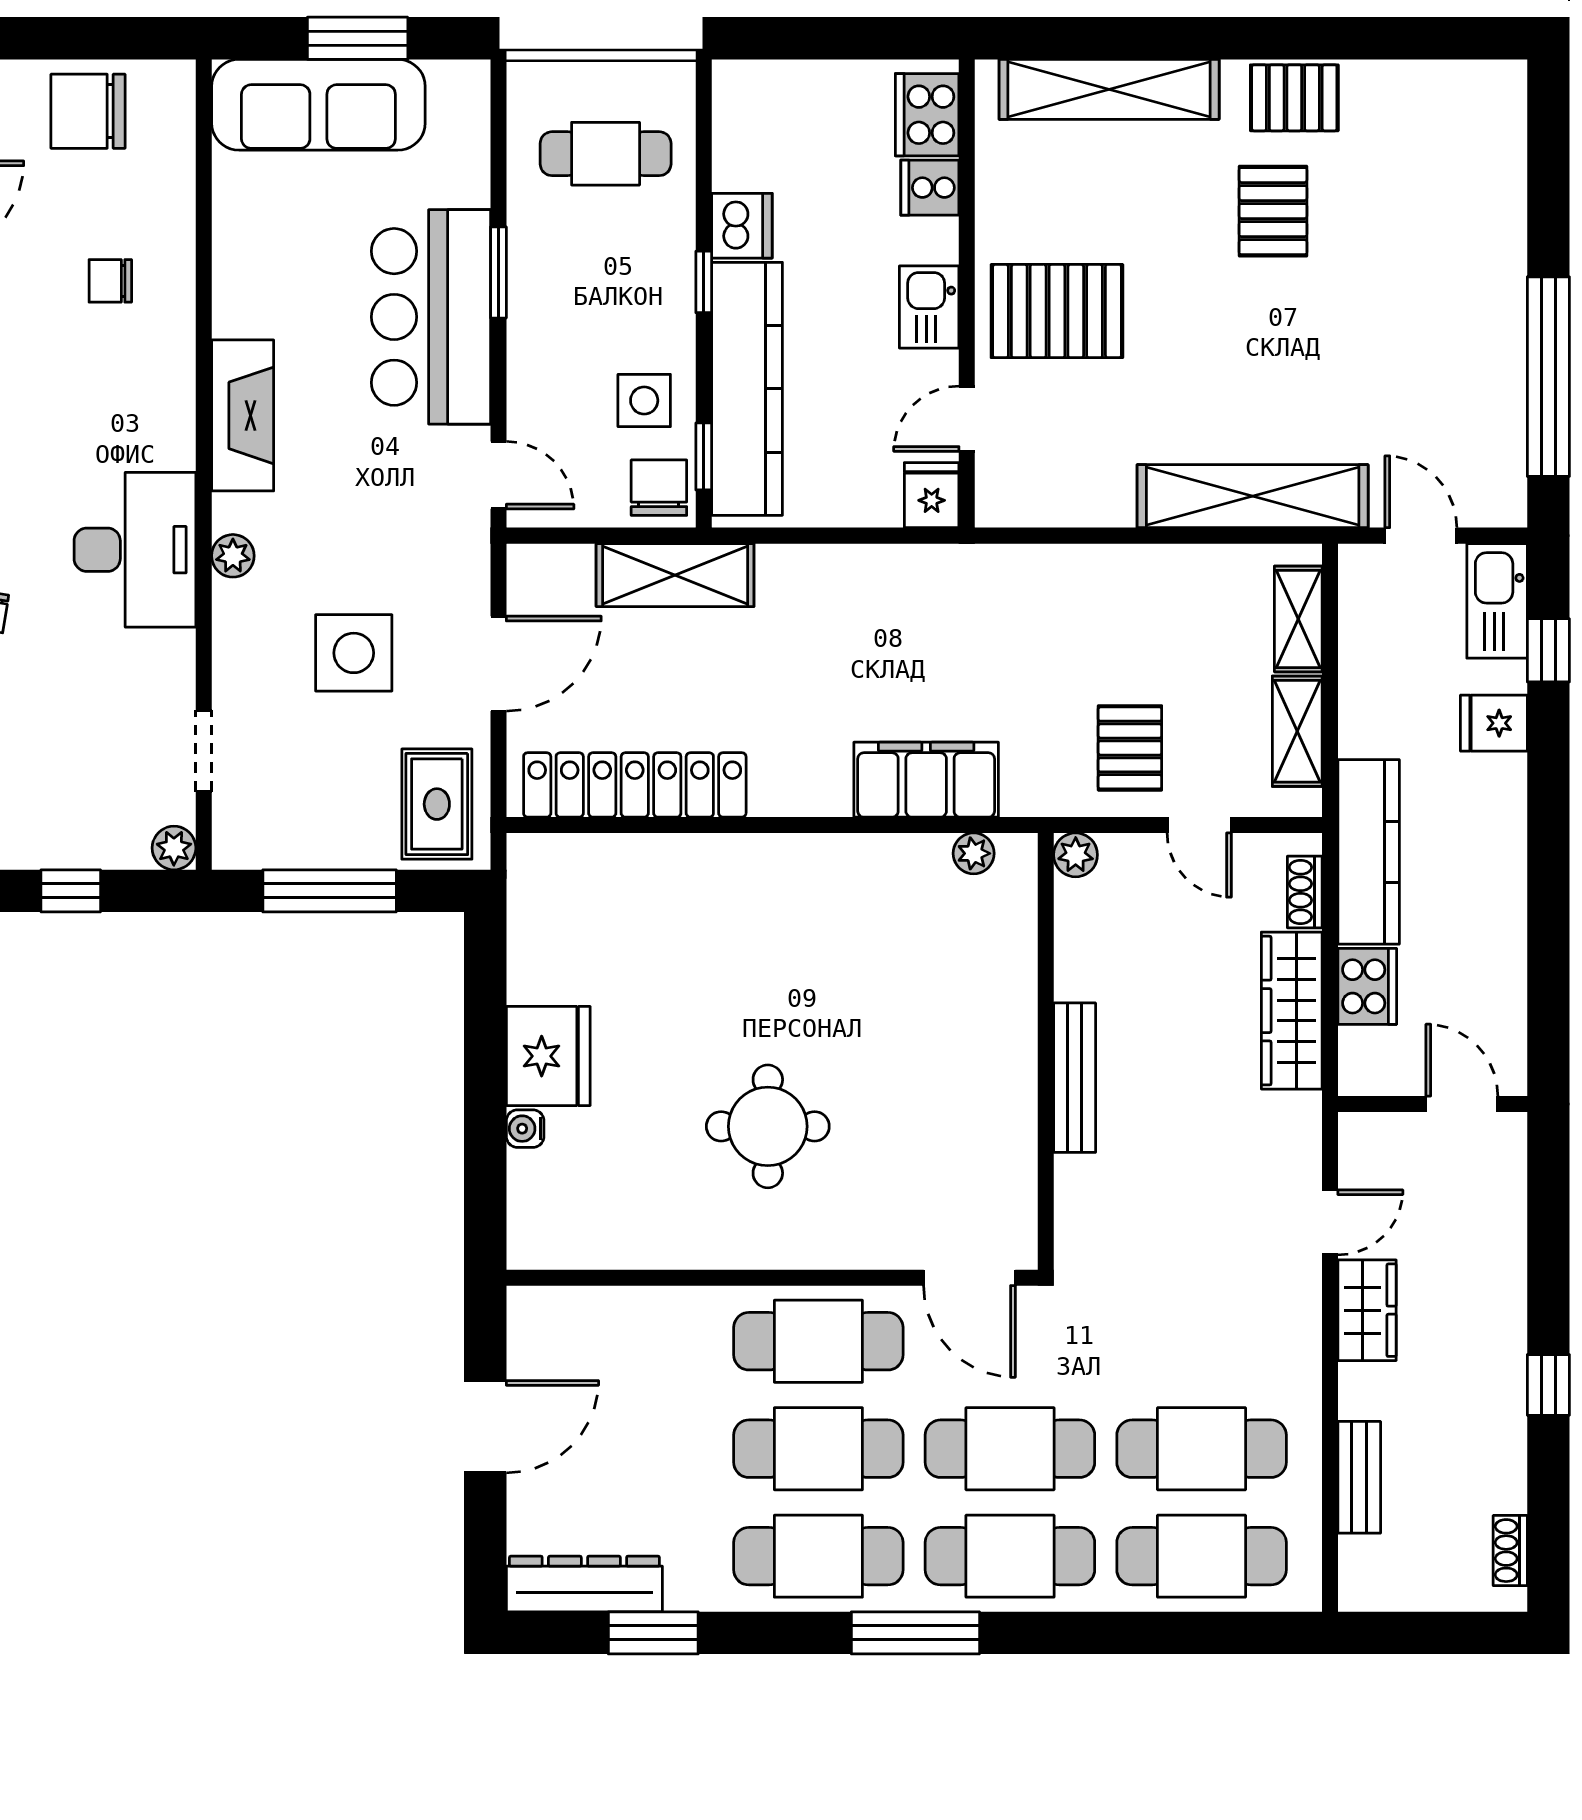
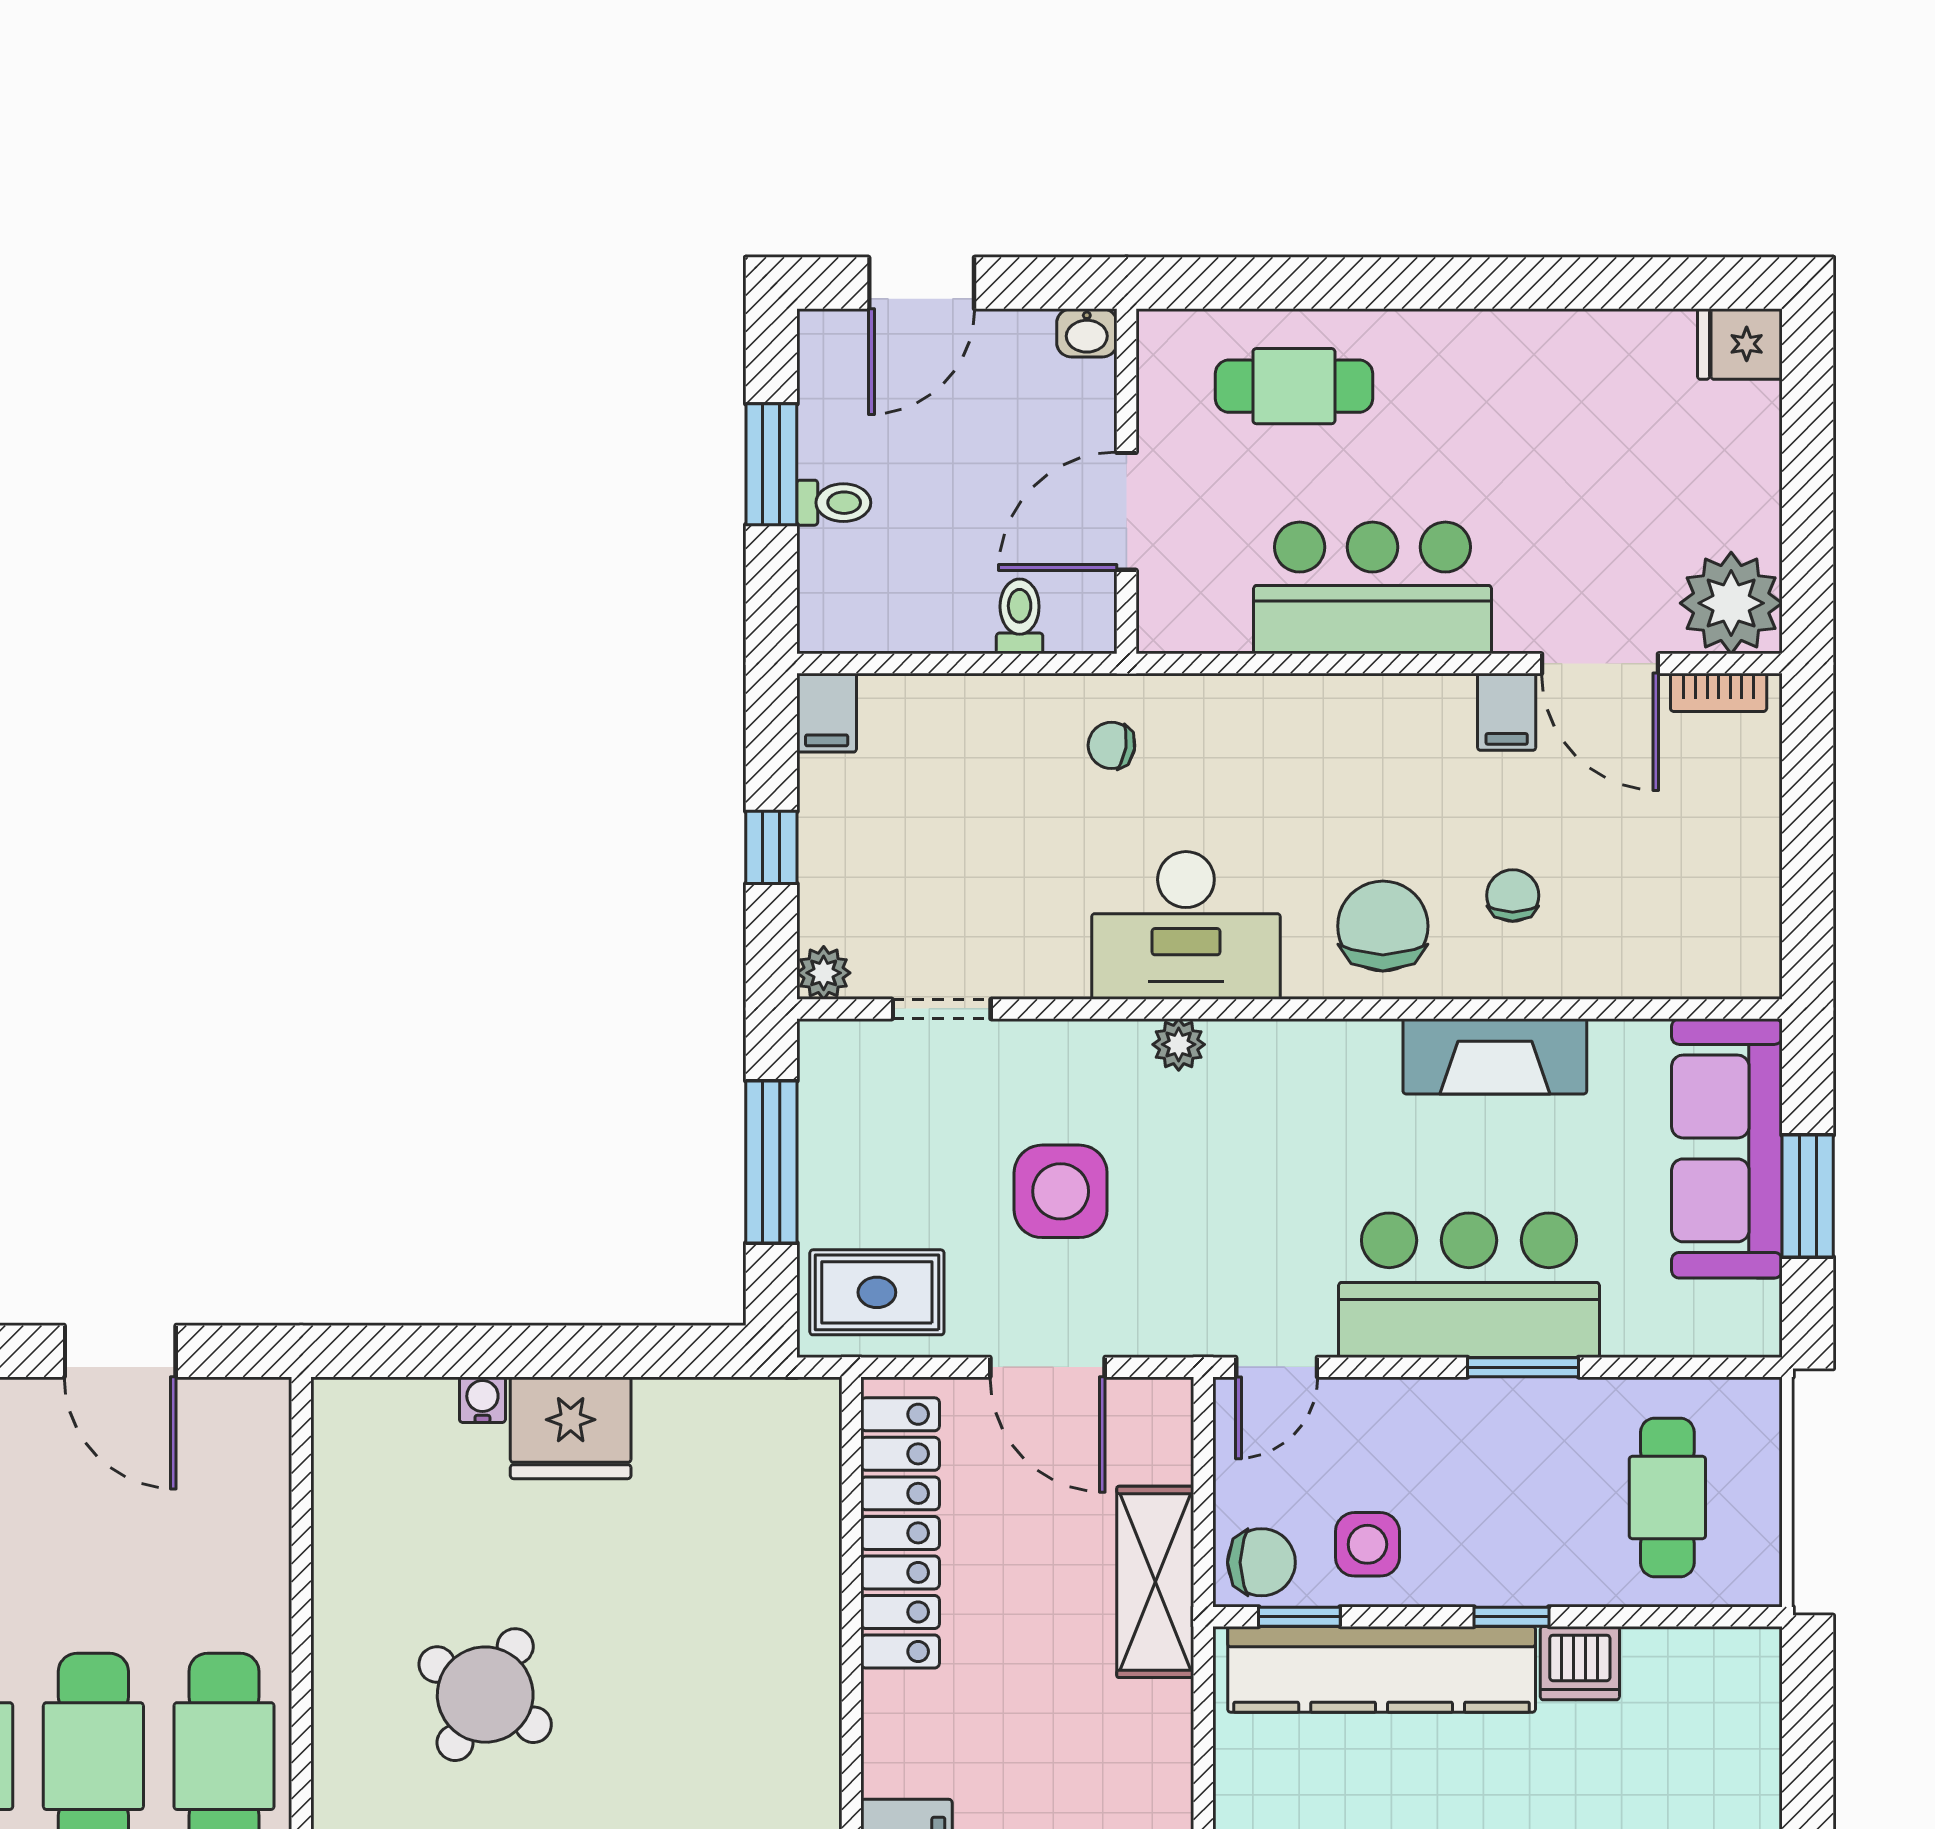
chair: (88, 111) -> (1383, 926), moved
fireplace: (243, 415) -> (1495, 1056), moved
round table: (768, 1126) -> (485, 1695), turned 32

